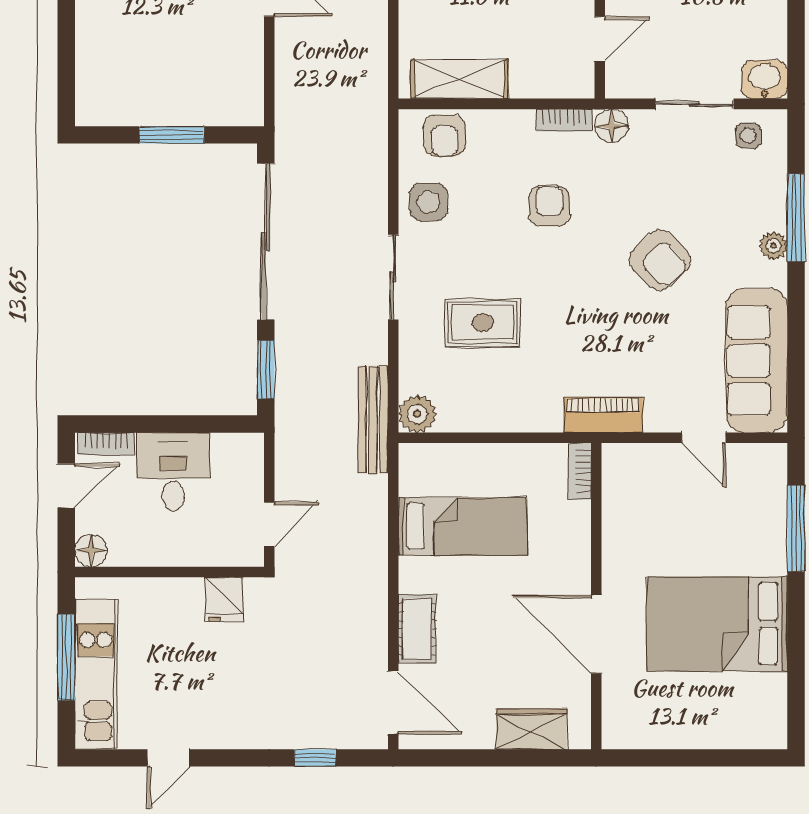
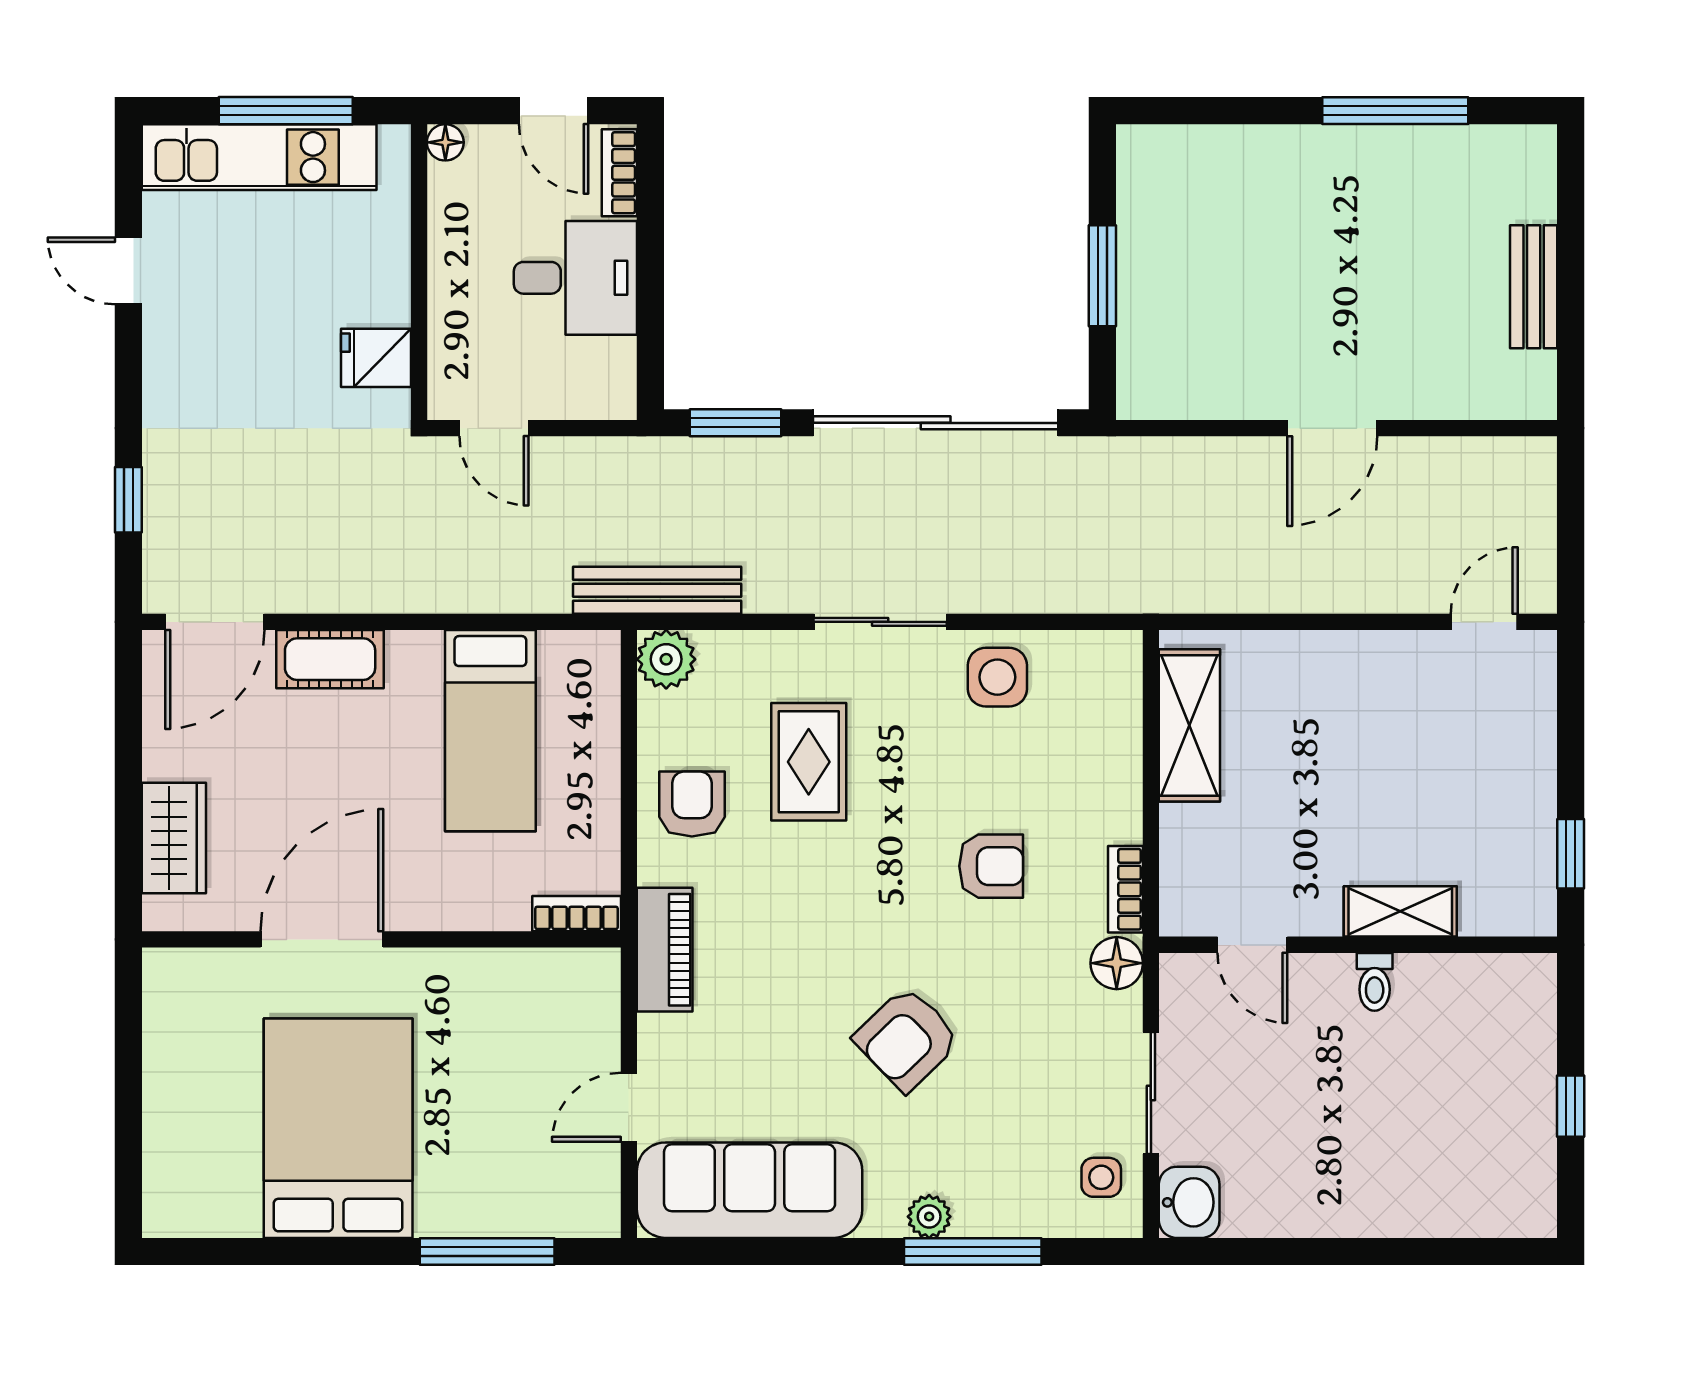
armchair: (445, 136) -> (692, 804), moved, turned 90
floor lamp: (91, 551) -> (445, 142), width x0.73, depth x0.73

